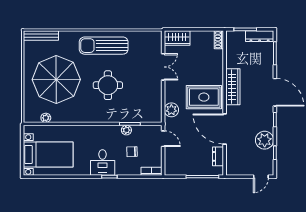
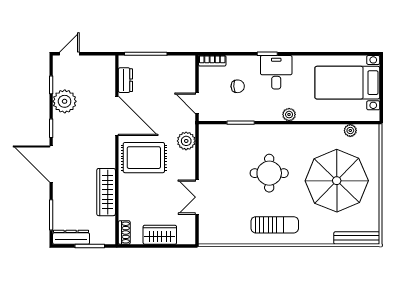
wardrobe: (177, 38) -> (160, 235), moved
sun lounger: (104, 46) -> (275, 225), width x0.73, depth x0.75
wardrobe: (233, 87) -> (106, 192), moved
plant: (126, 130) -> (289, 115), moved

